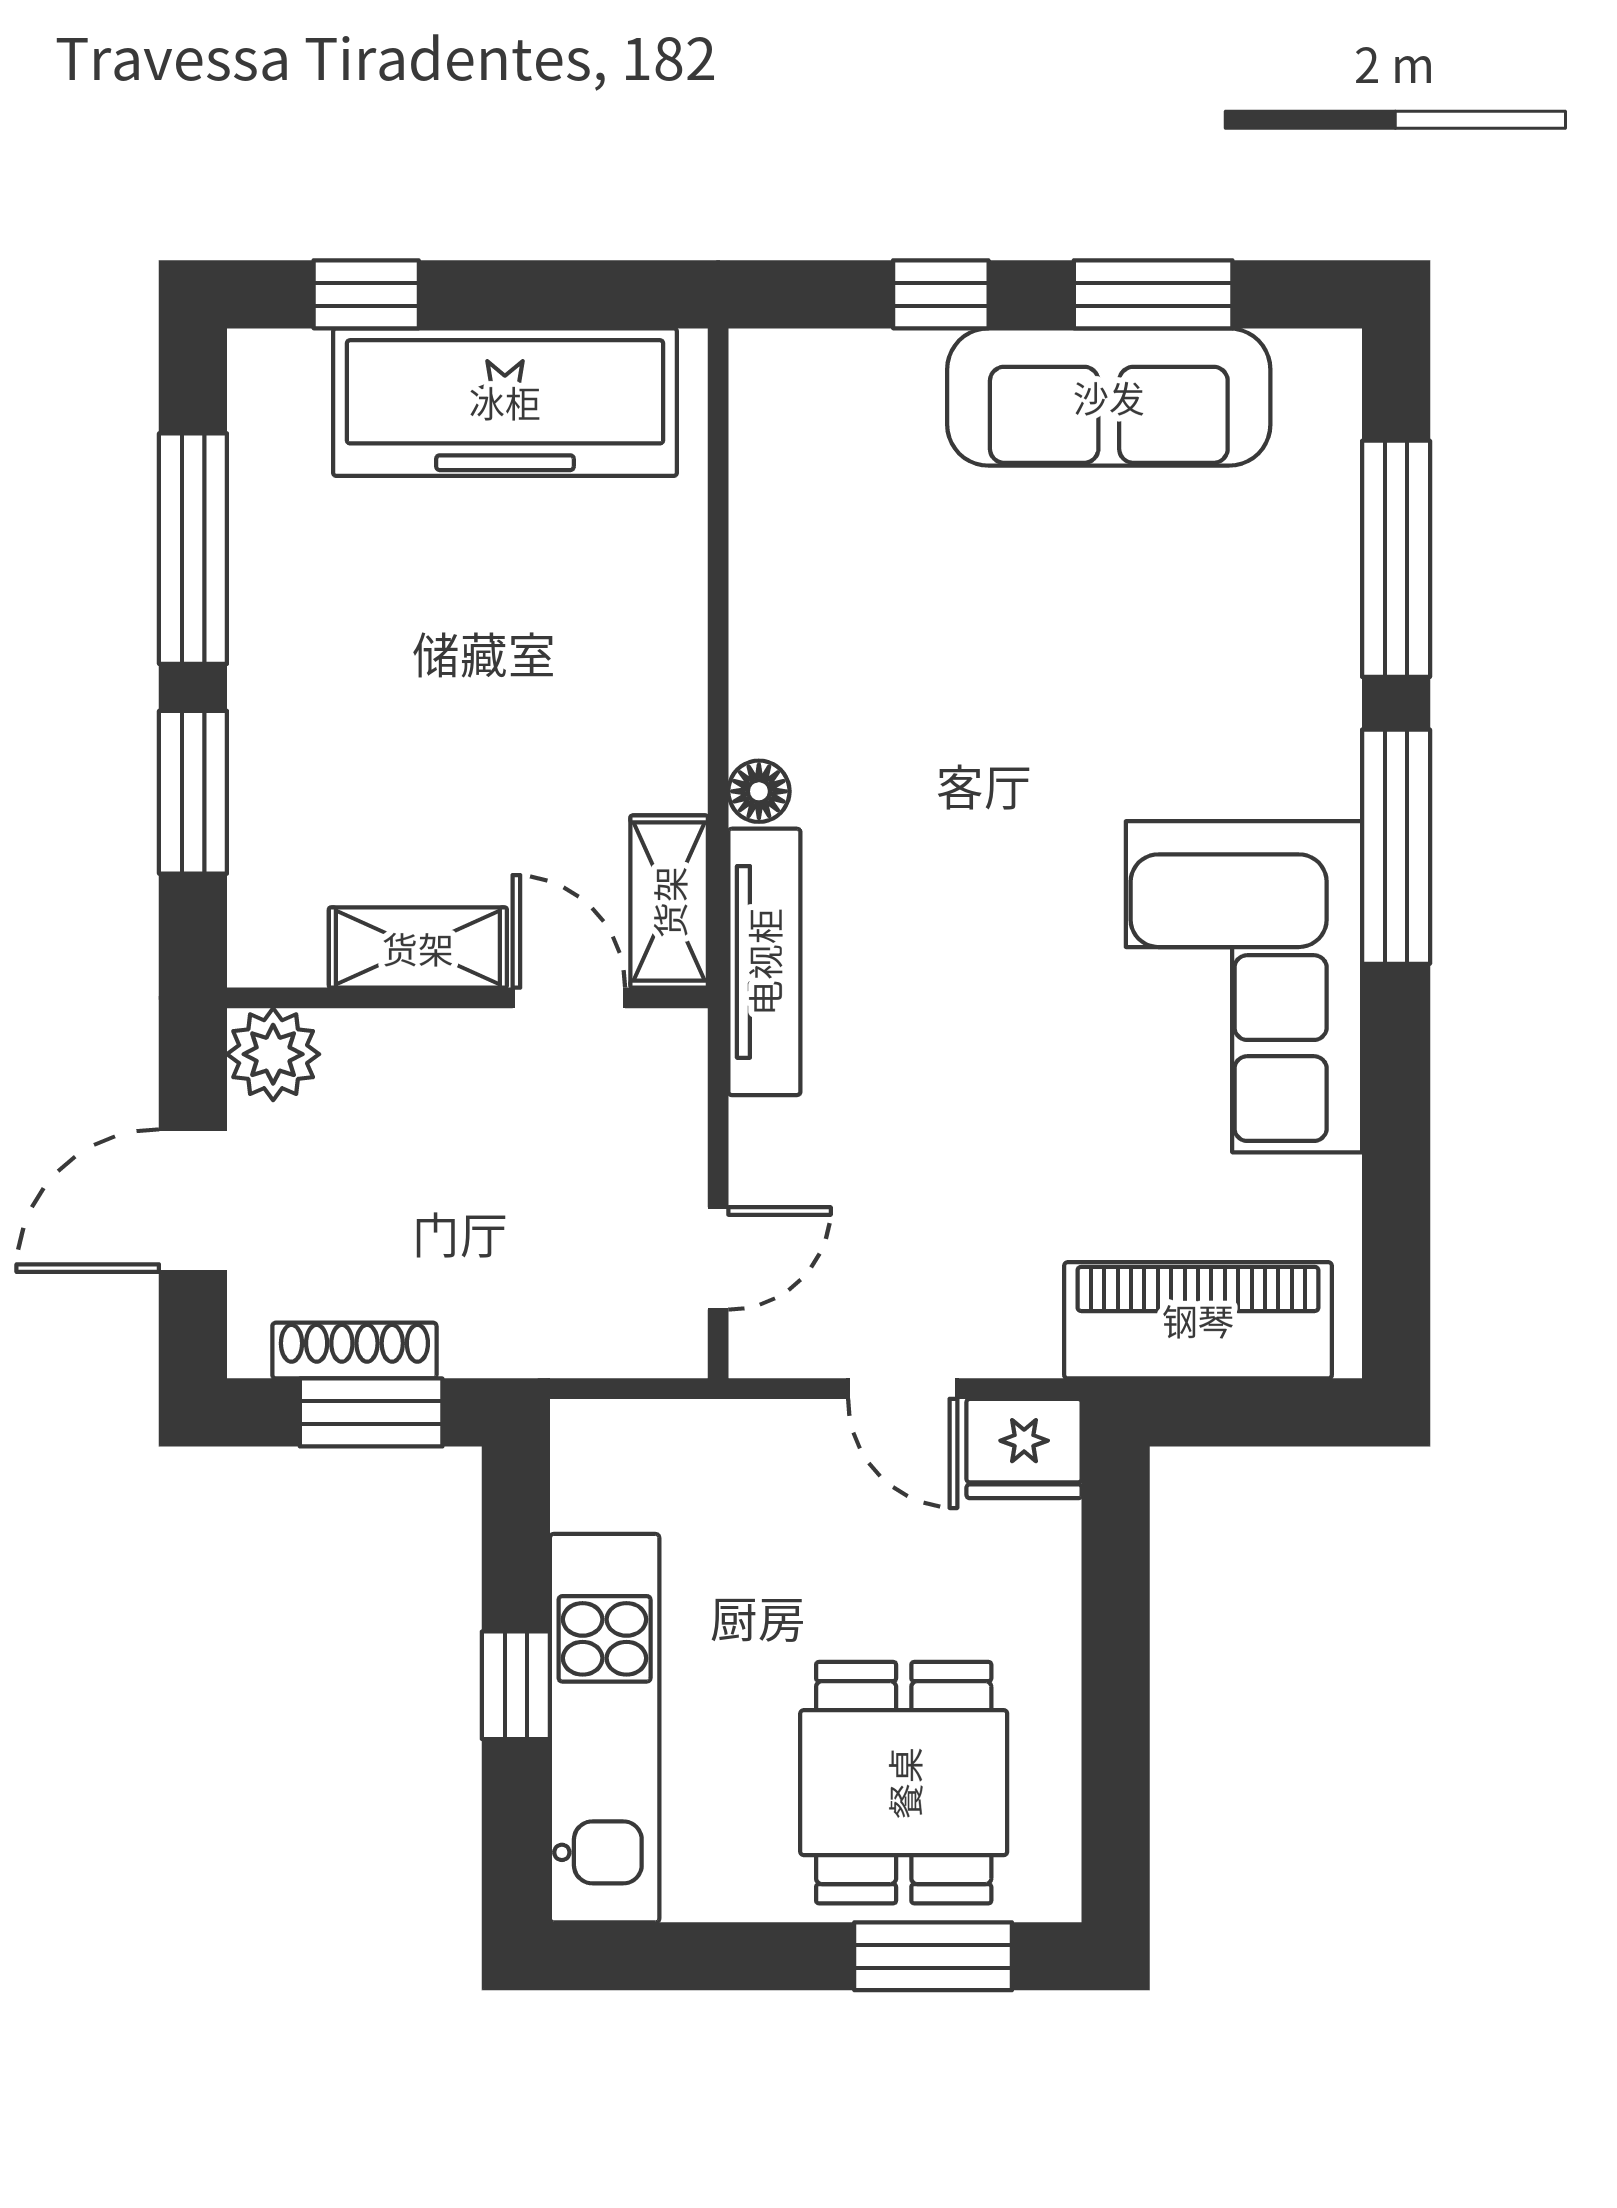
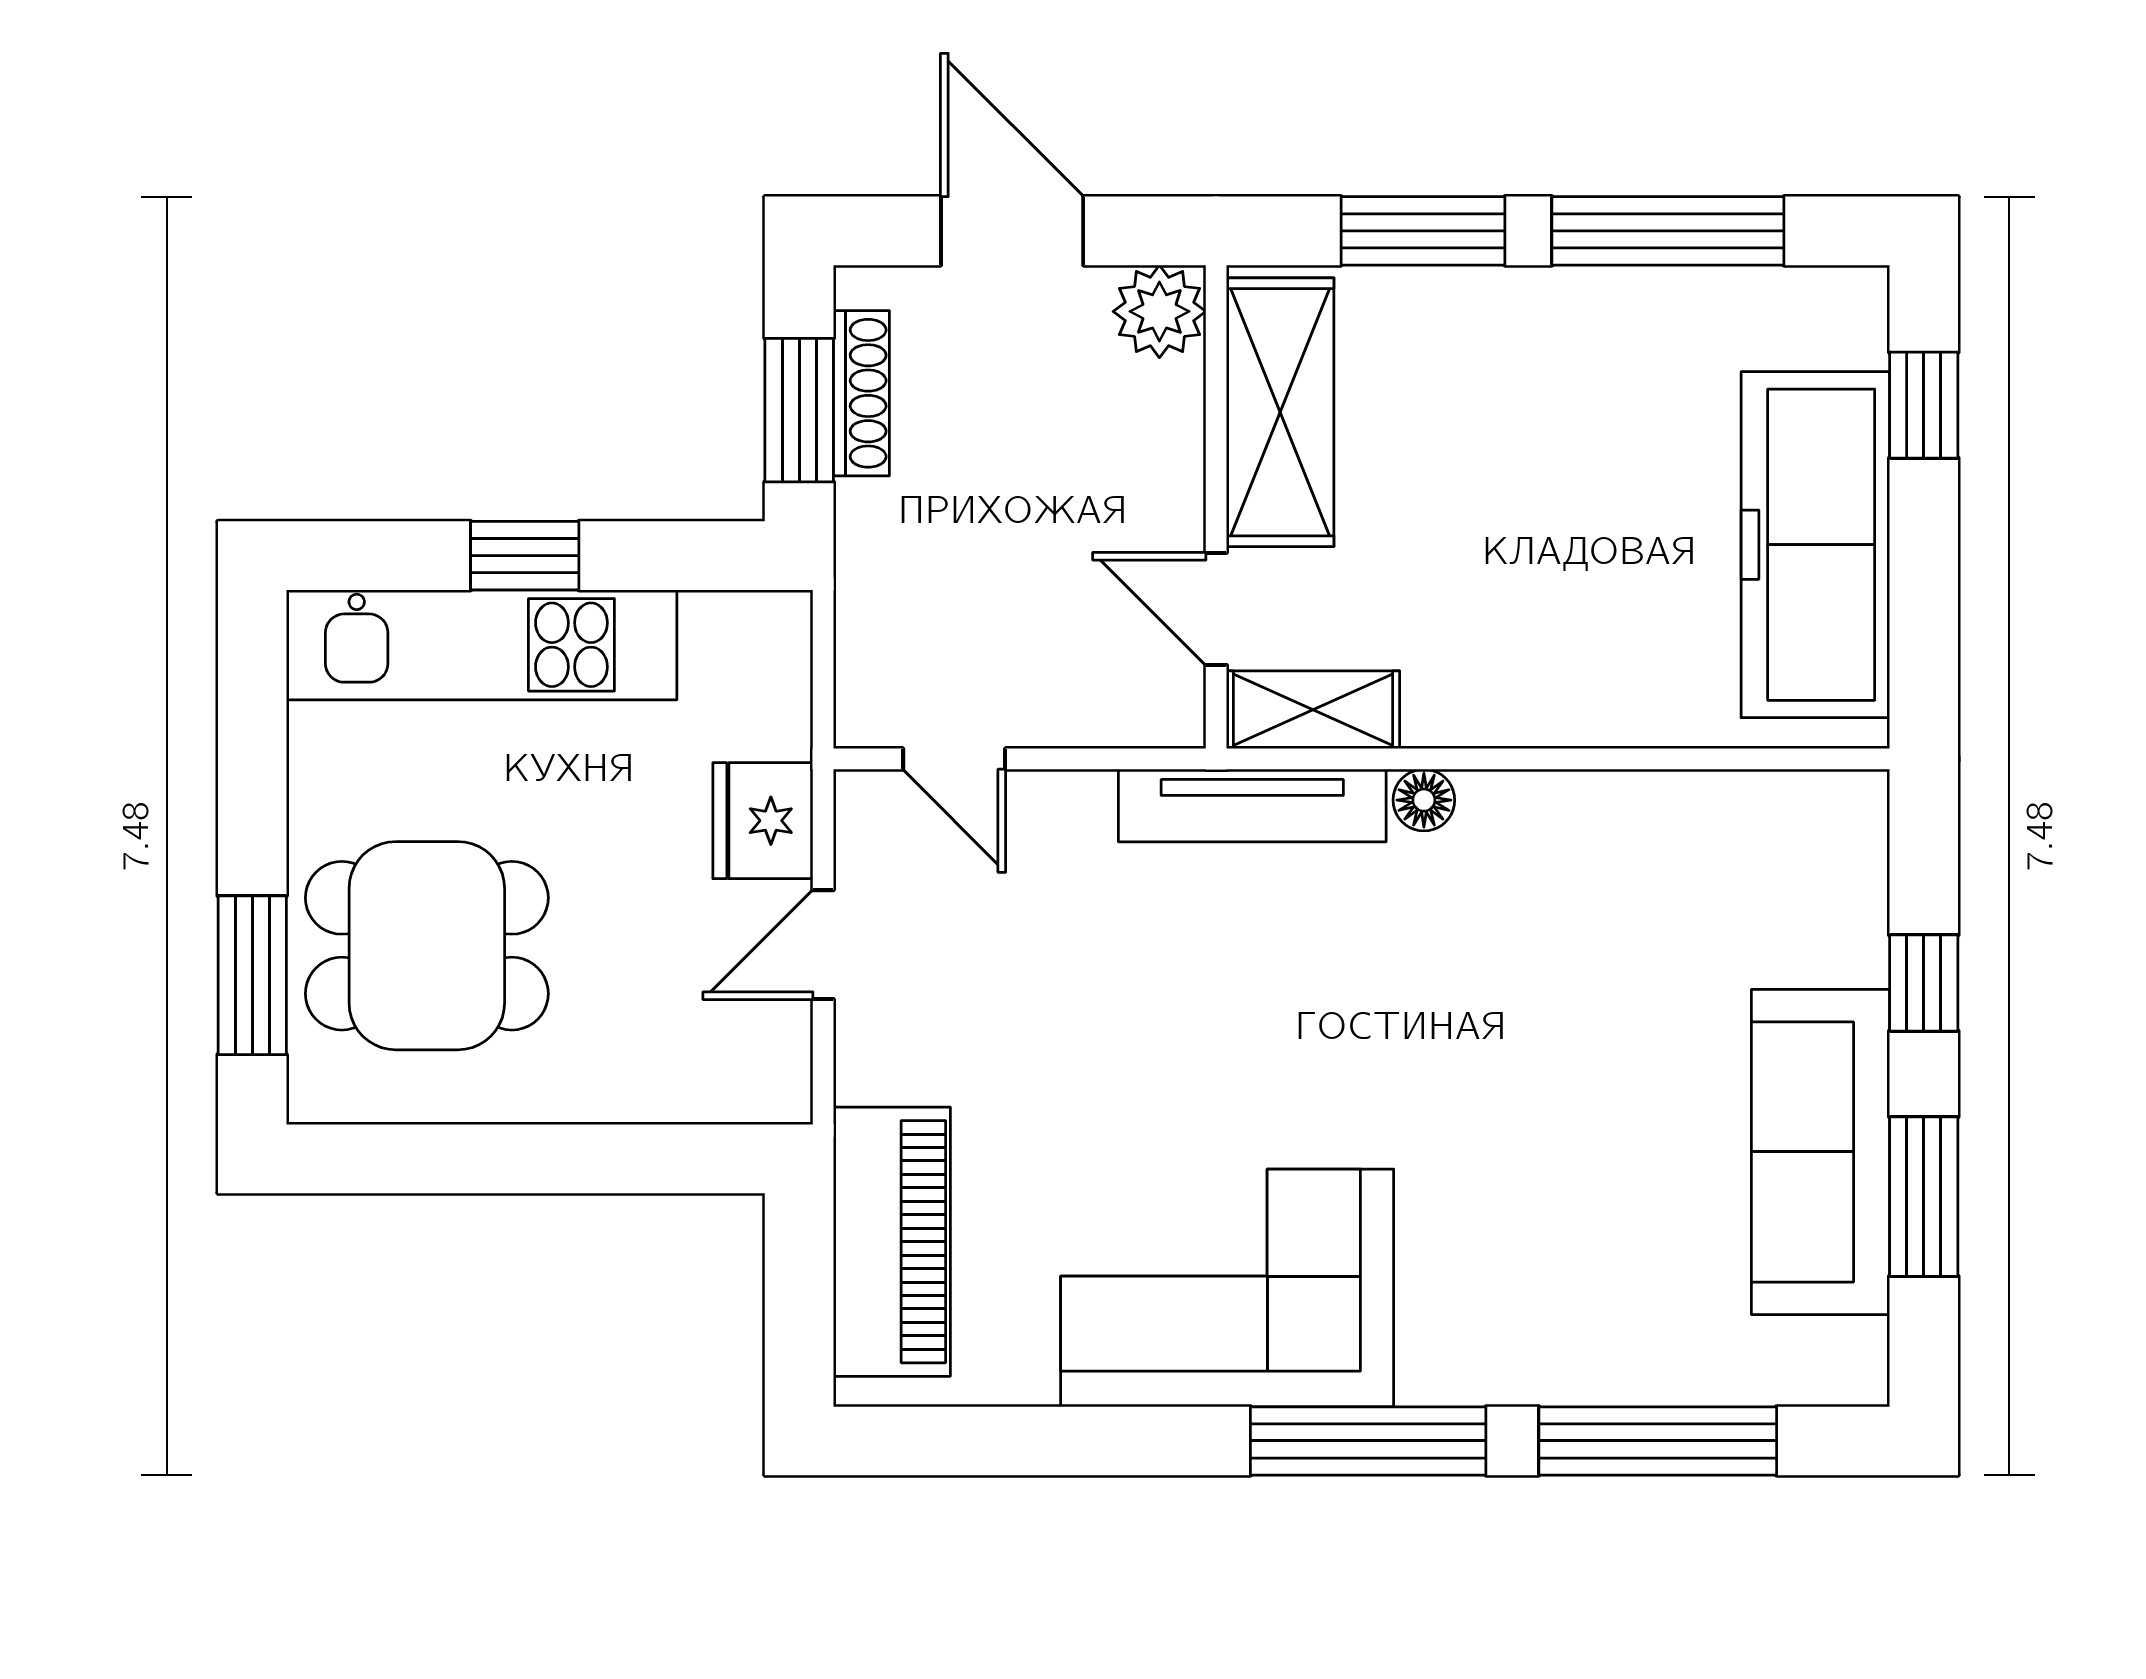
shelving: (418, 948) -> (1280, 412), width x1.50, depth x1.33
door: (569, 998) -> (1216, 609), swing flipped
fridge: (1024, 1449) -> (763, 821), moved

